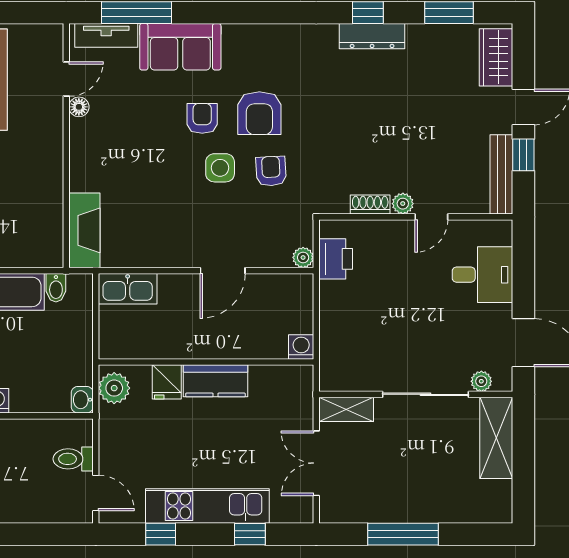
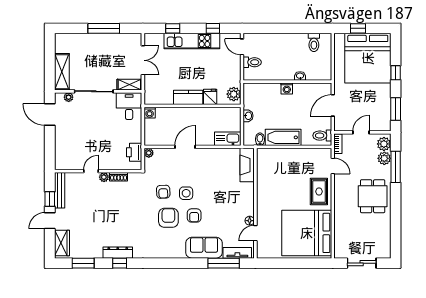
desk: (482, 275) -> (129, 106), moved, turned 90
washbasin: (82, 400) -> (248, 116), moved

